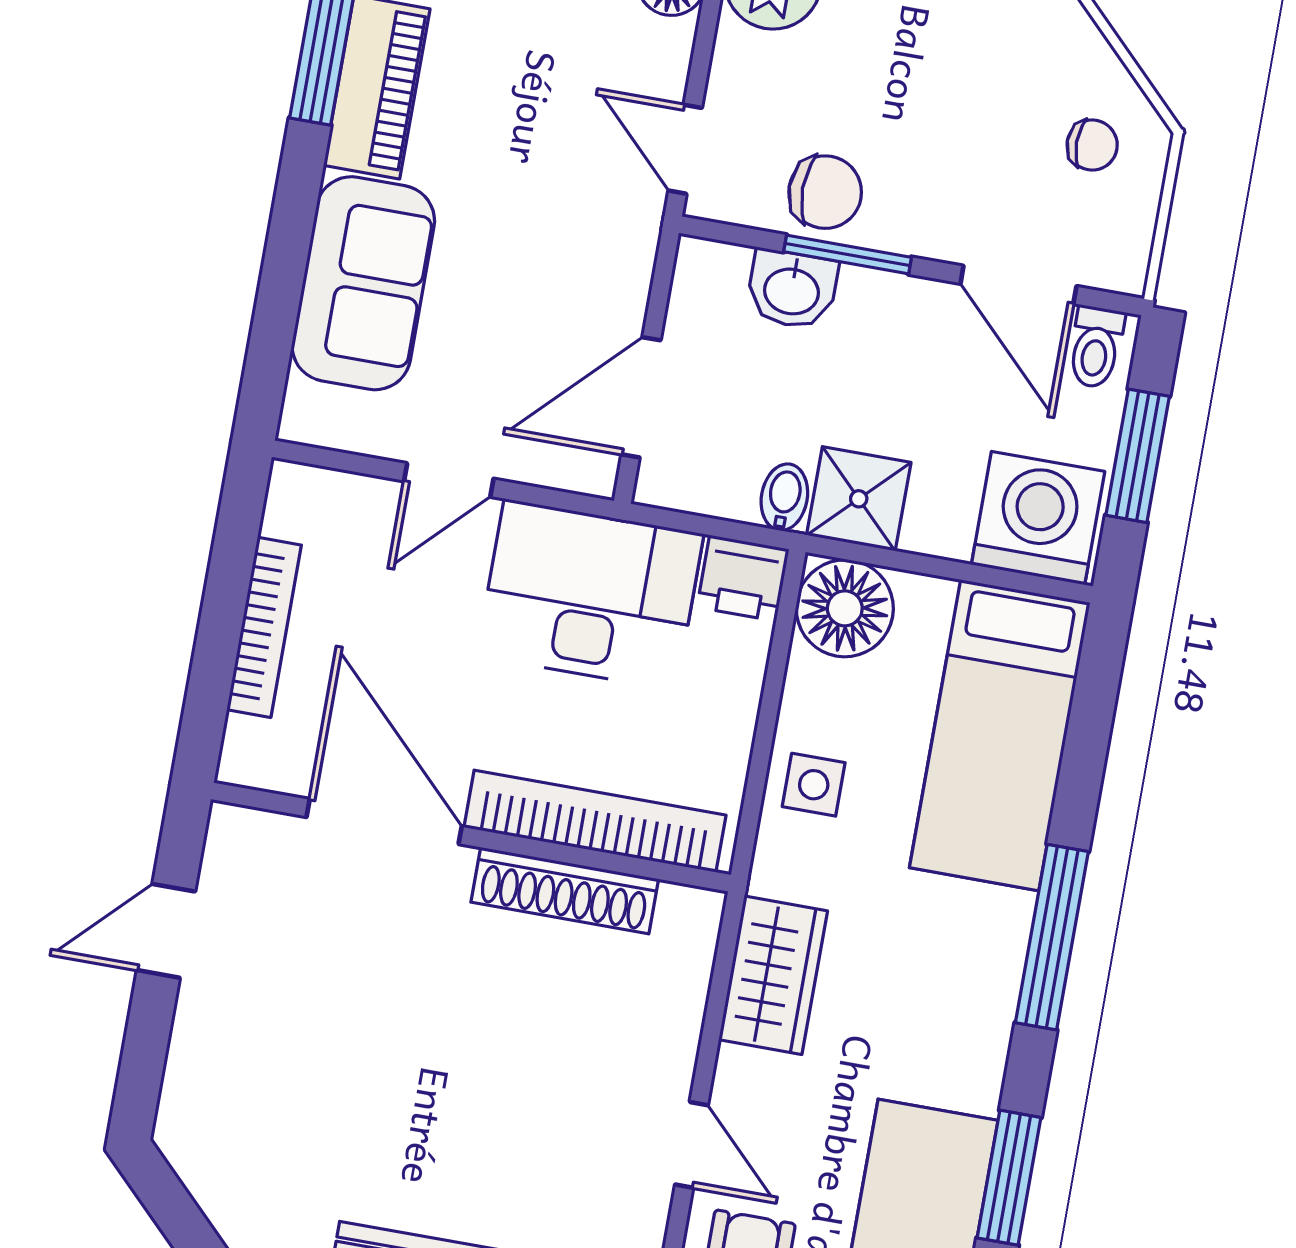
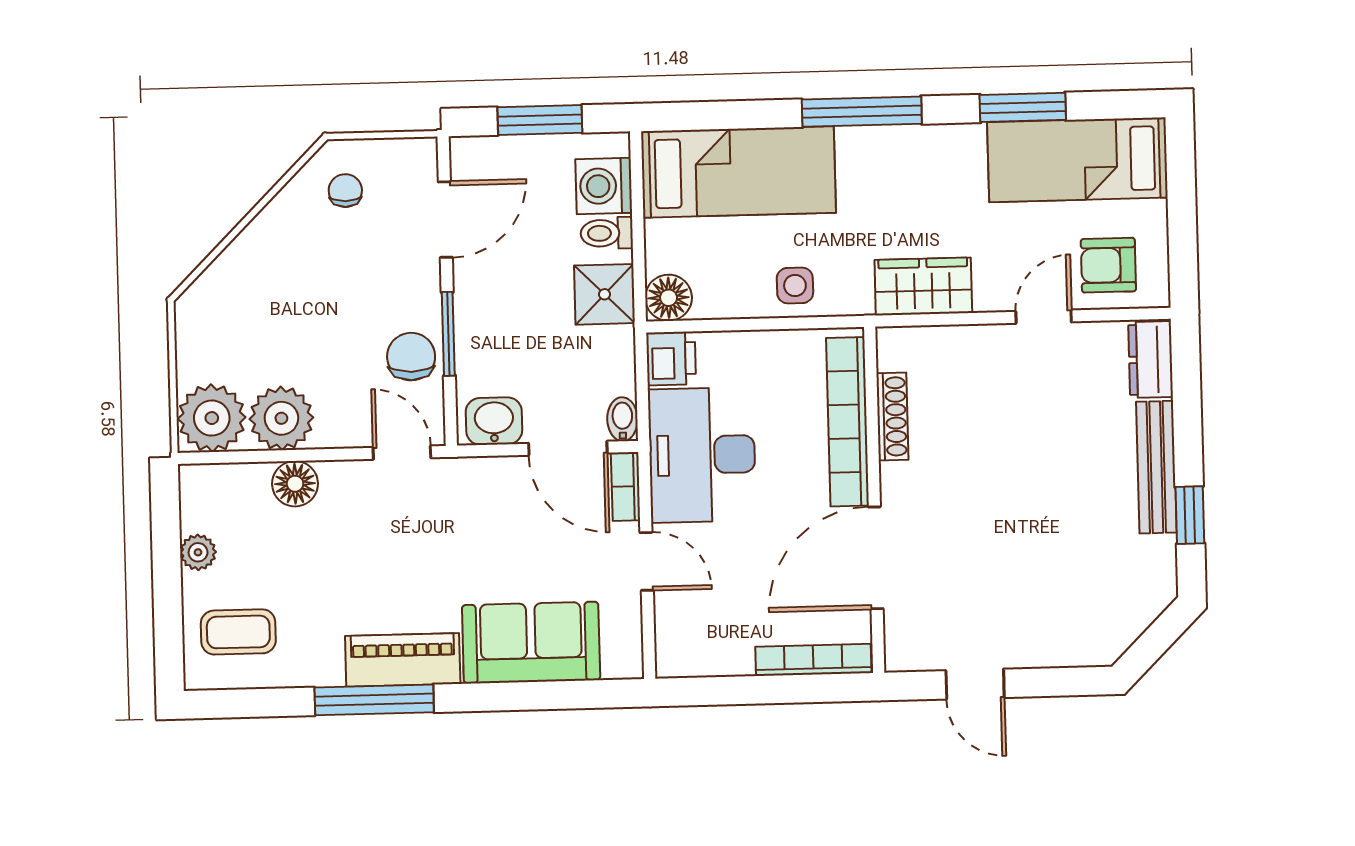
door: (685, 149) -> (402, 453), swing flipped
washbasin: (792, 289) -> (494, 421), moved, turned -90
toilet: (1096, 347) -> (607, 233), moved, turned 180
bookcase: (567, 471) -> (626, 486), added
bidet: (784, 497) -> (622, 419), moved, turned 90
washing machine: (1038, 518) -> (604, 186), width x0.73, depth x0.73
floor lamp: (845, 608) -> (669, 298), width x0.73, depth x0.73
bookcase: (264, 627) -> (813, 660), moved
shoe rack: (565, 891) -> (892, 416), width x0.74, depth x0.81

